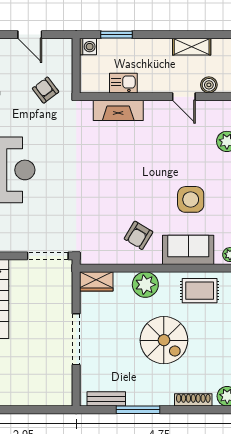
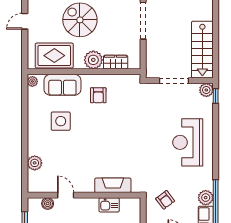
armchair: (138, 235) -> (98, 95), turned 149
doorway: (48, 256) -> (174, 81), moved
wardrobe: (96, 281) -> (116, 62), moved
rug: (200, 291) -> (54, 56), width x1.36, depth x1.43

